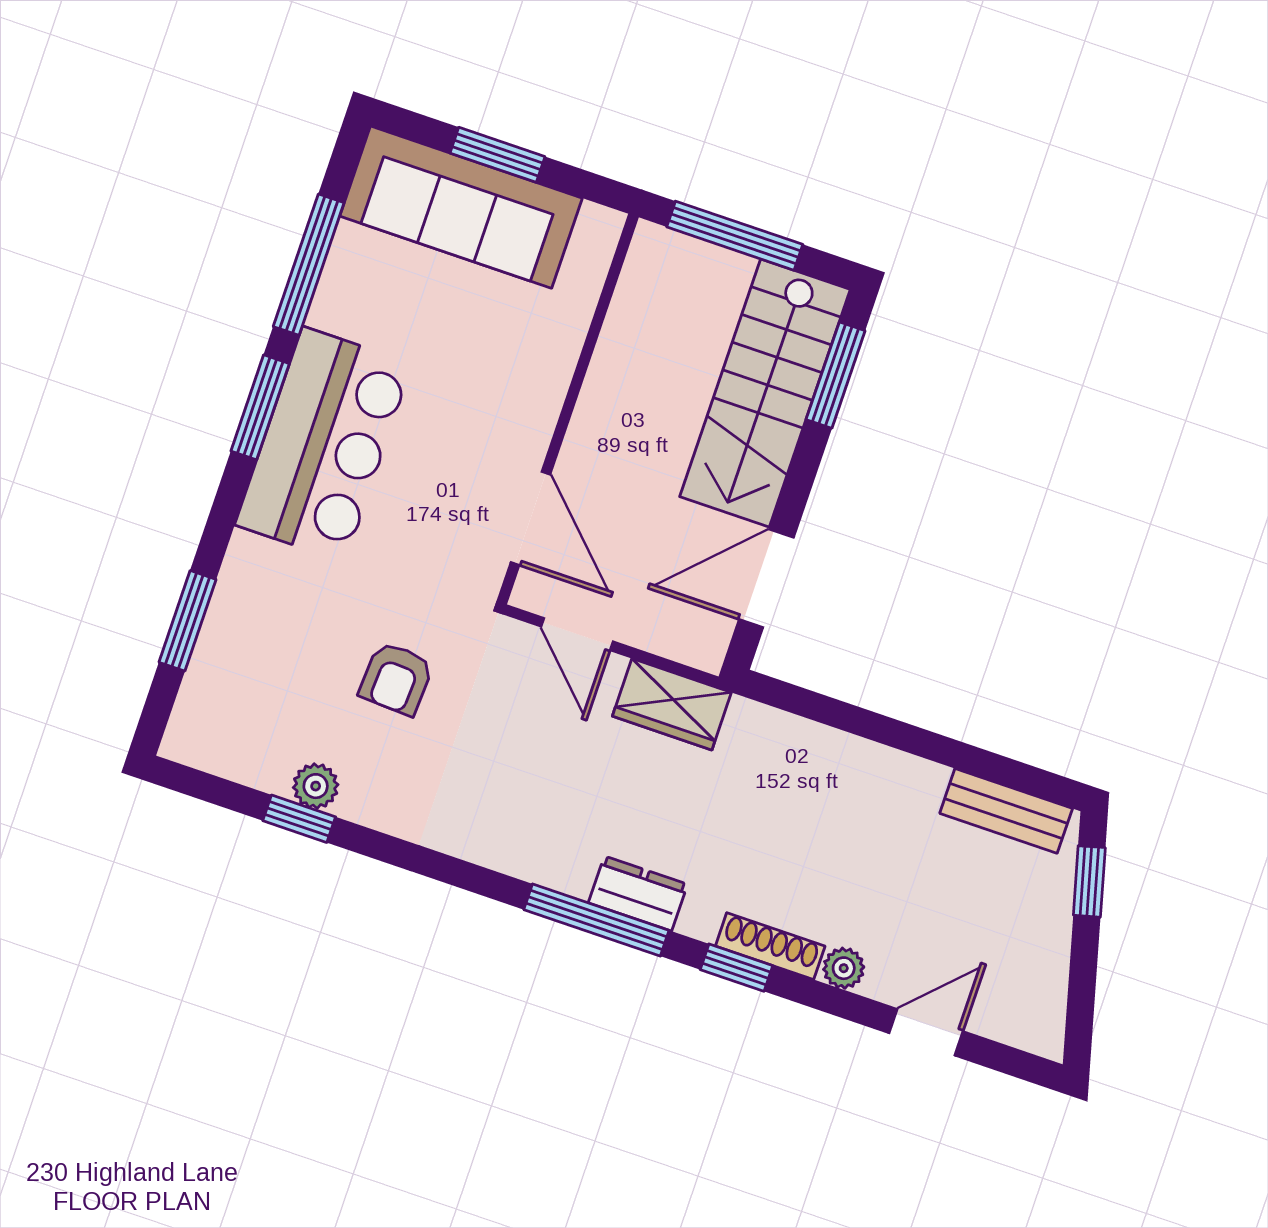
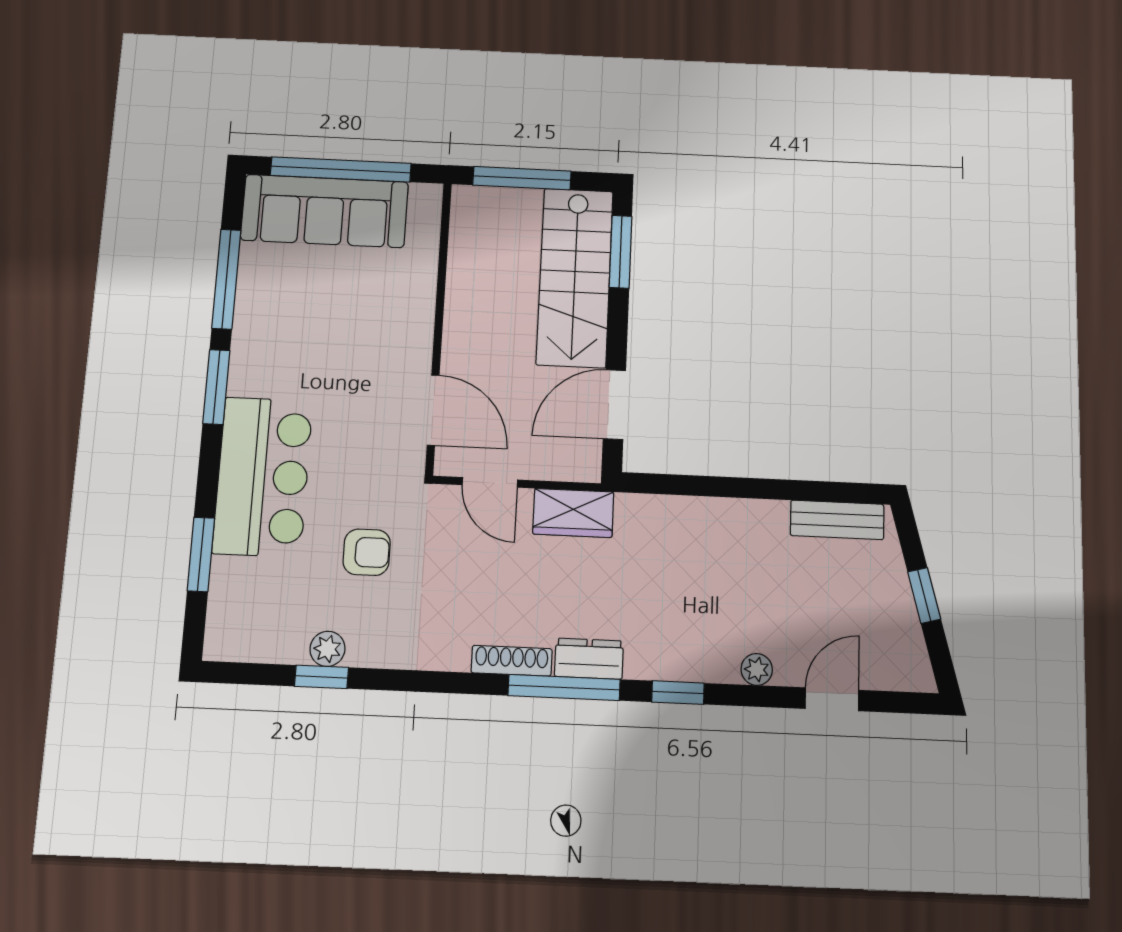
window: (497, 155) -> (341, 169), width x2.11
bar counter: (324, 444) -> (263, 477), moved
armchair: (396, 679) -> (367, 552), turned -93
window: (1089, 881) -> (924, 596), moved
shoe rack: (770, 946) -> (512, 661), moved

